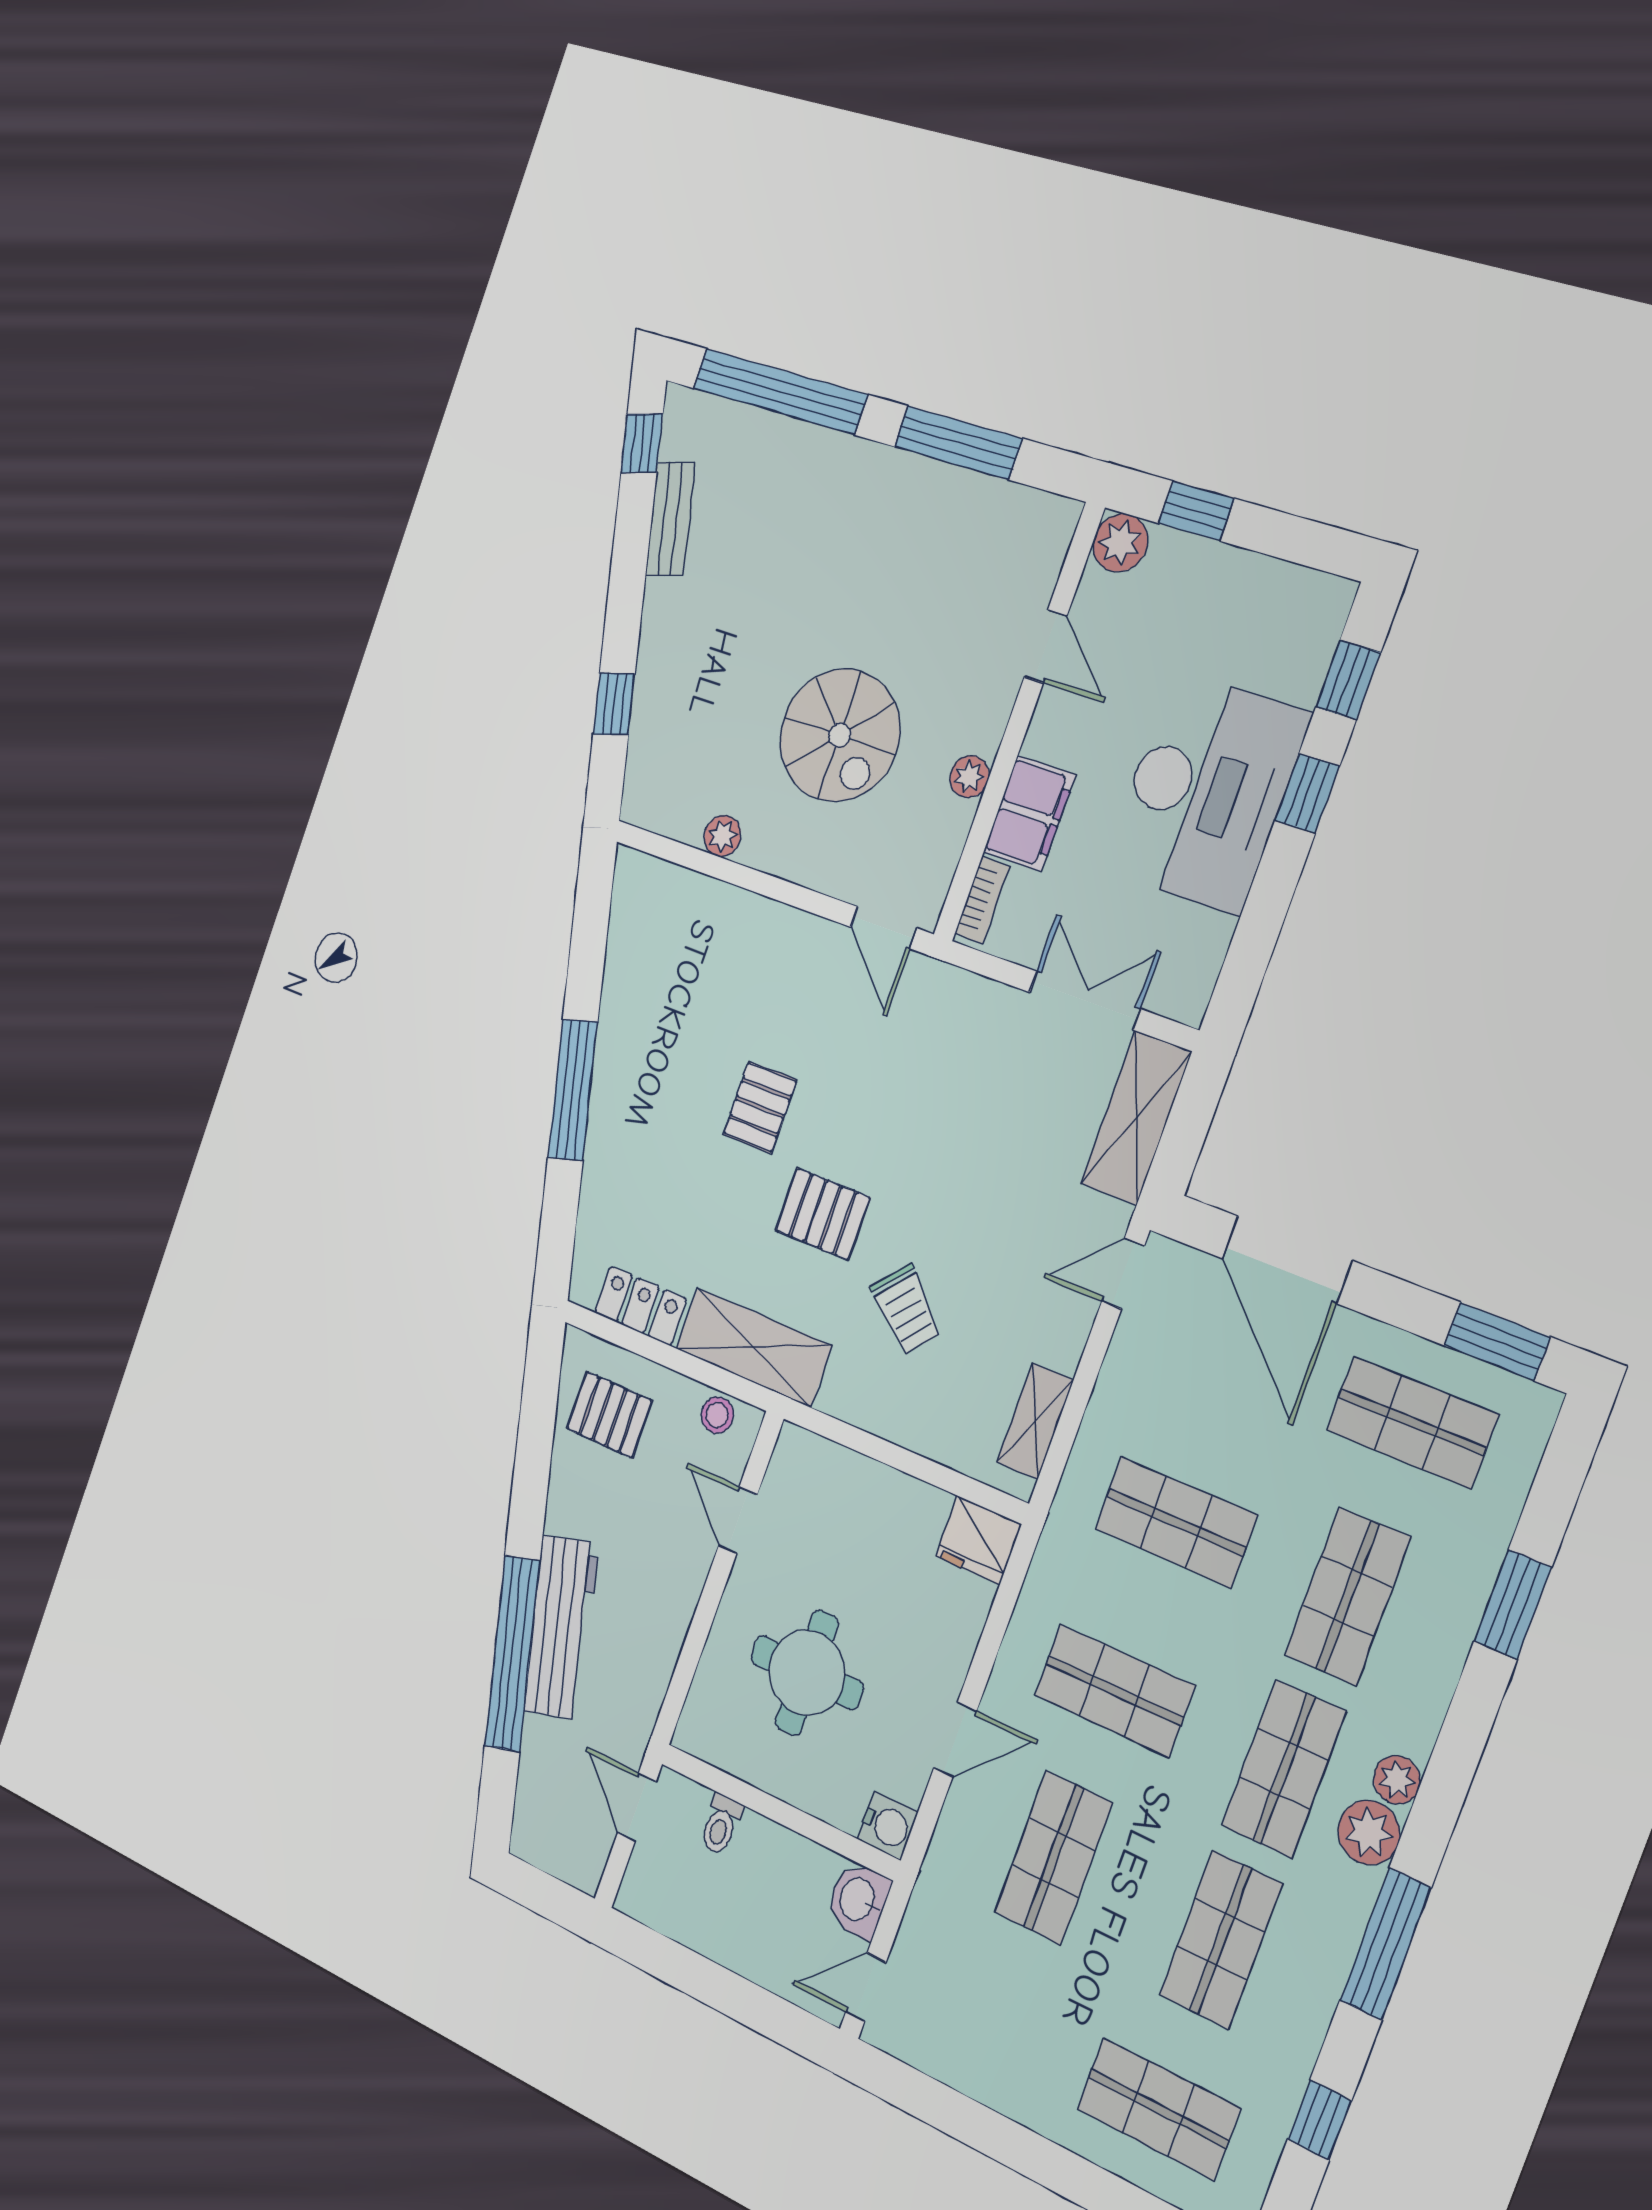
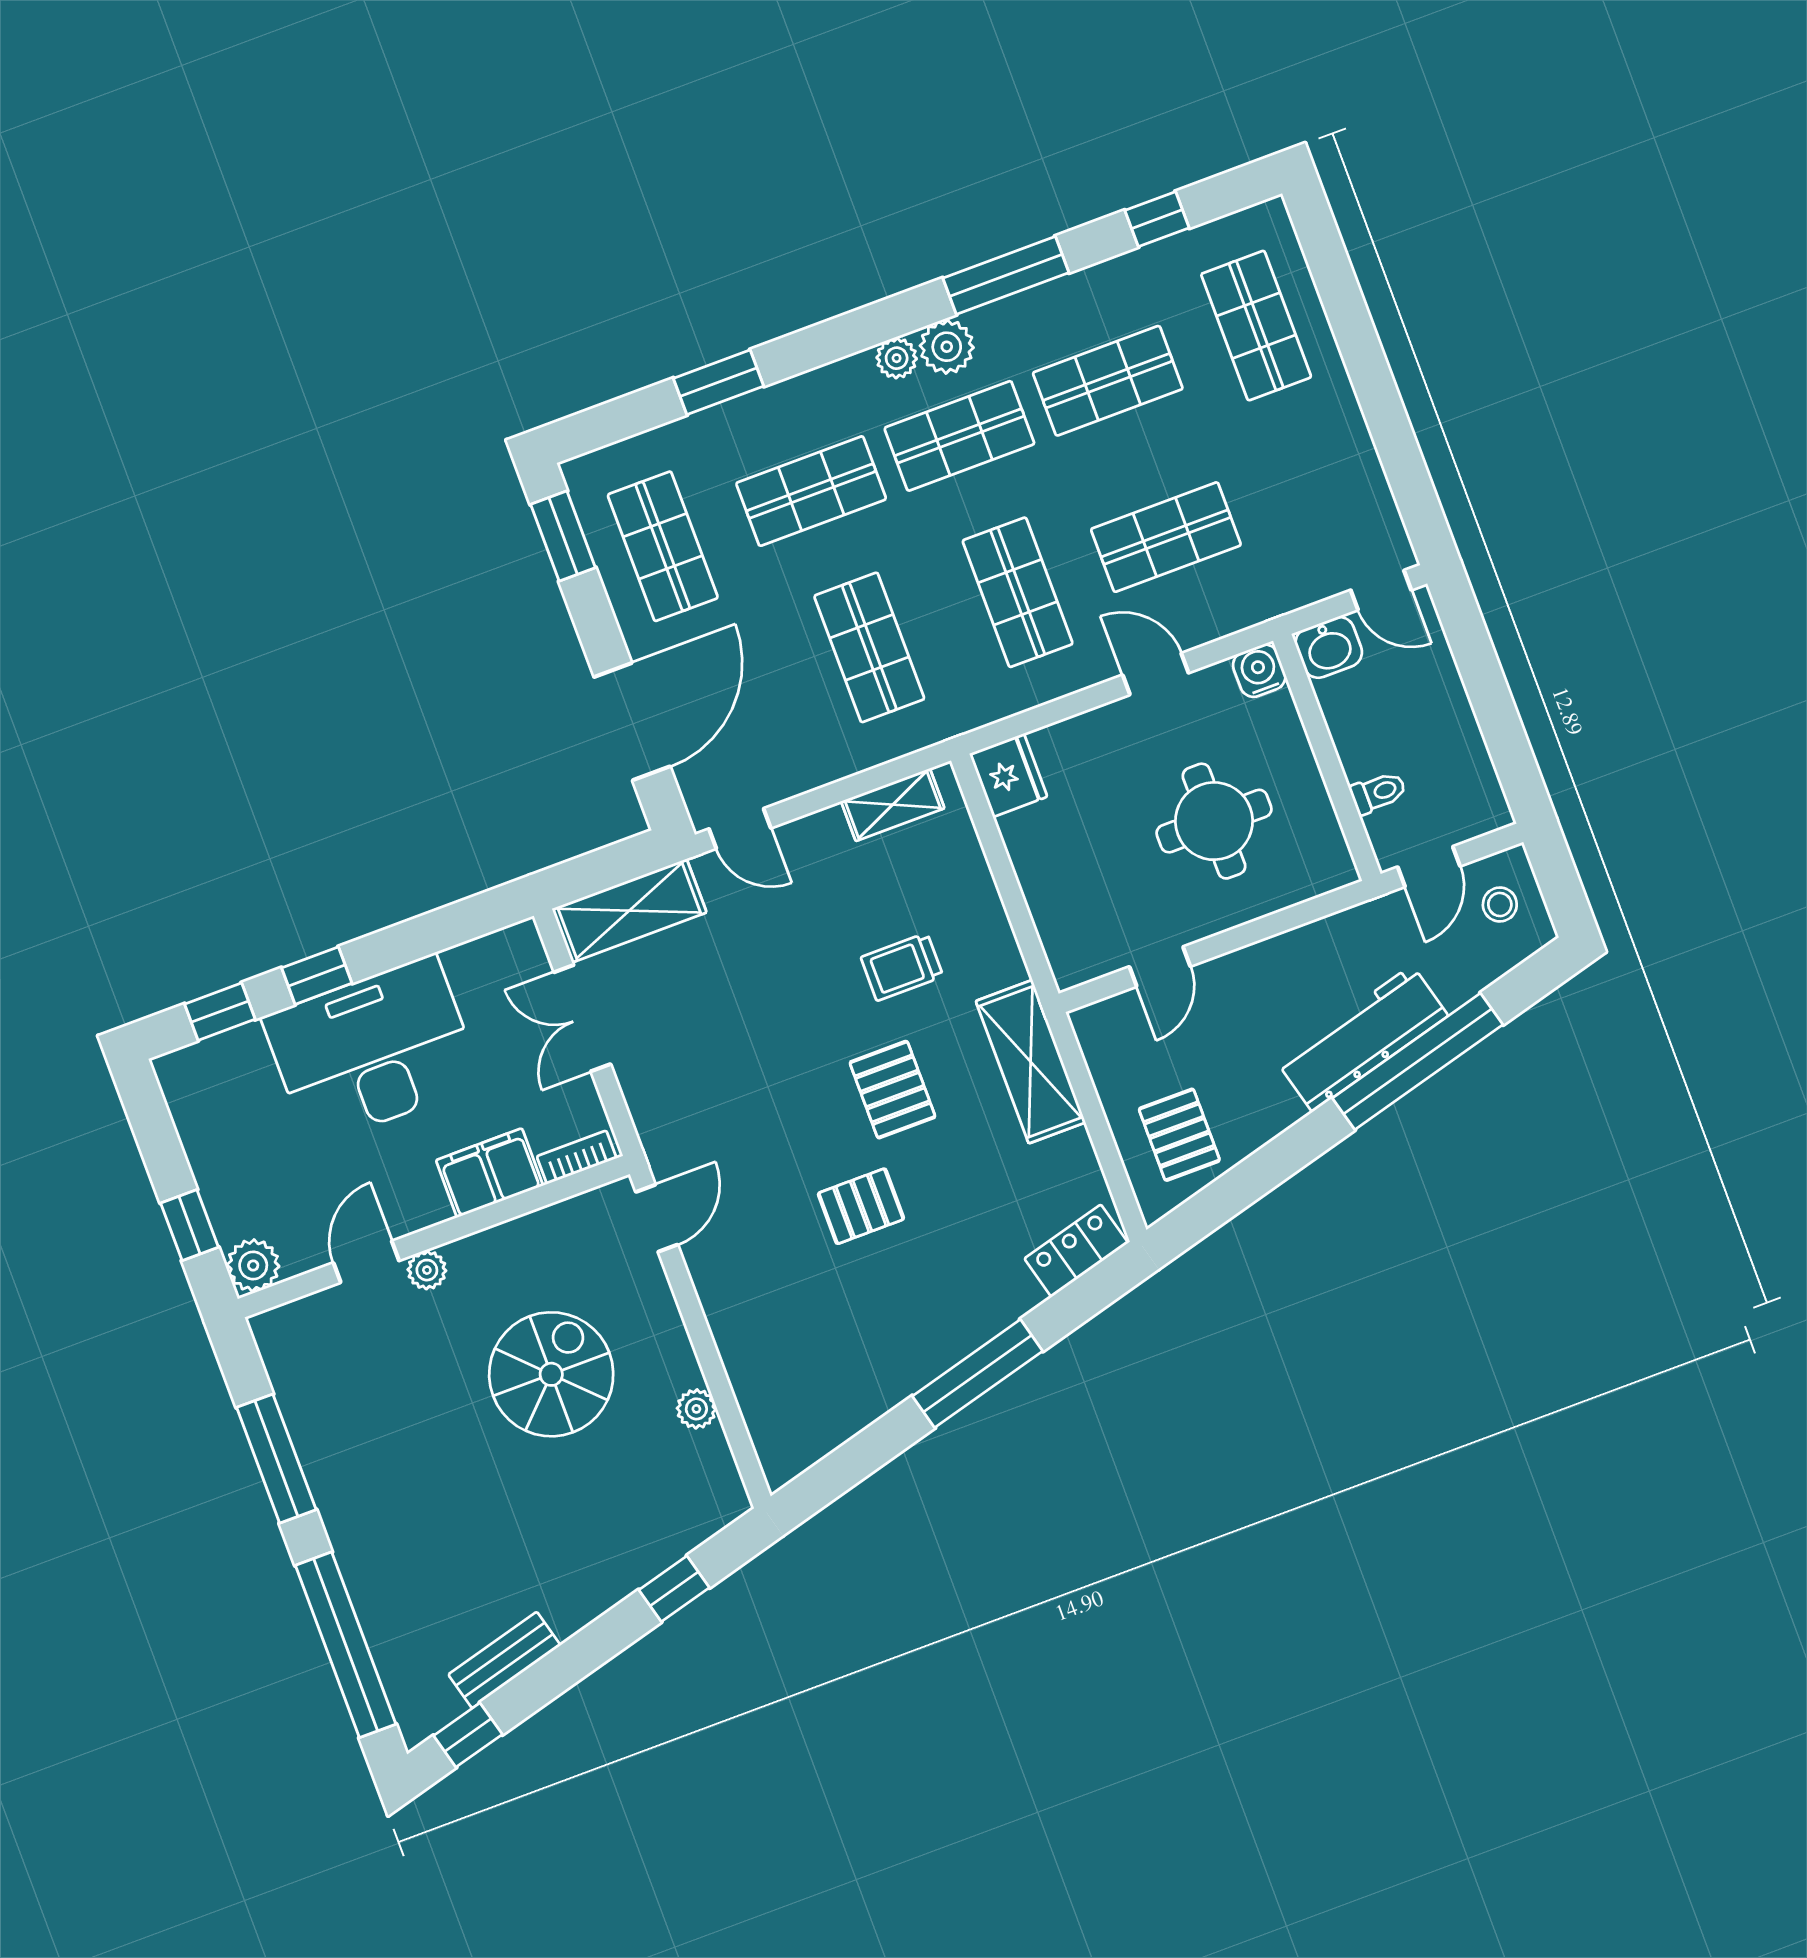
plant: (969, 777) -> (427, 1270), moved
locker: (640, 1306) -> (1076, 1251), moved, turned 75
trolley: (906, 1309) -> (902, 967), turned -132
stool: (717, 1415) -> (1500, 905), moved

